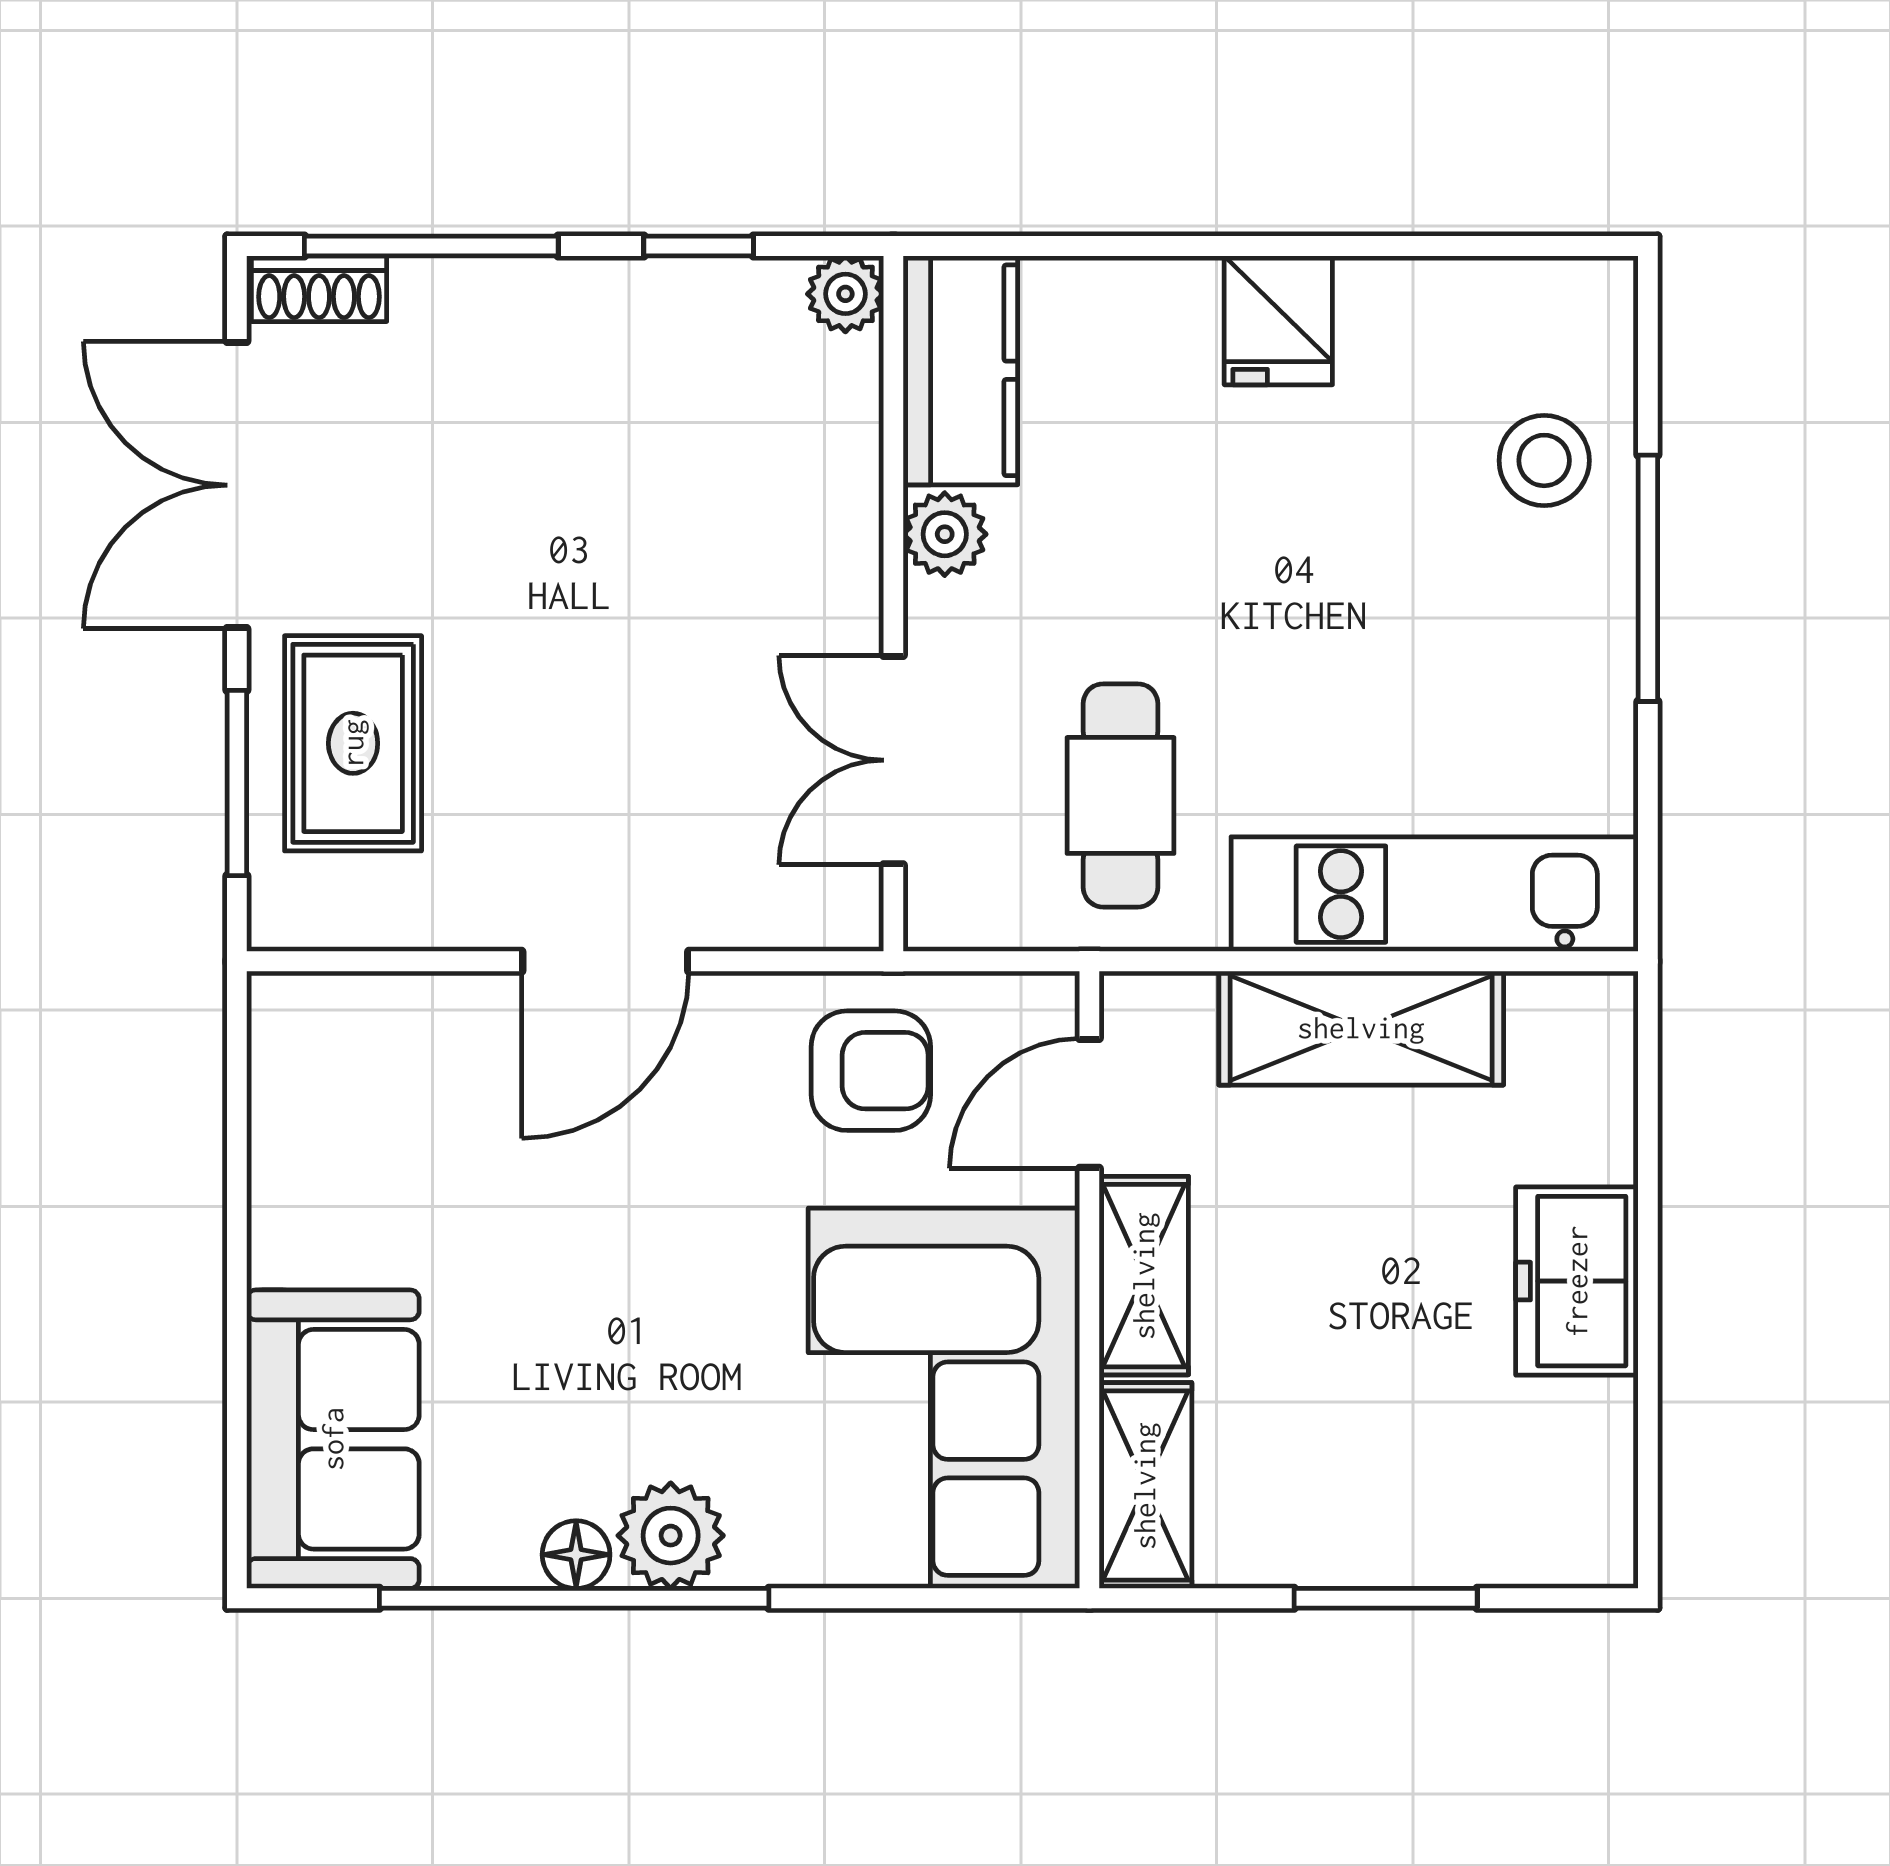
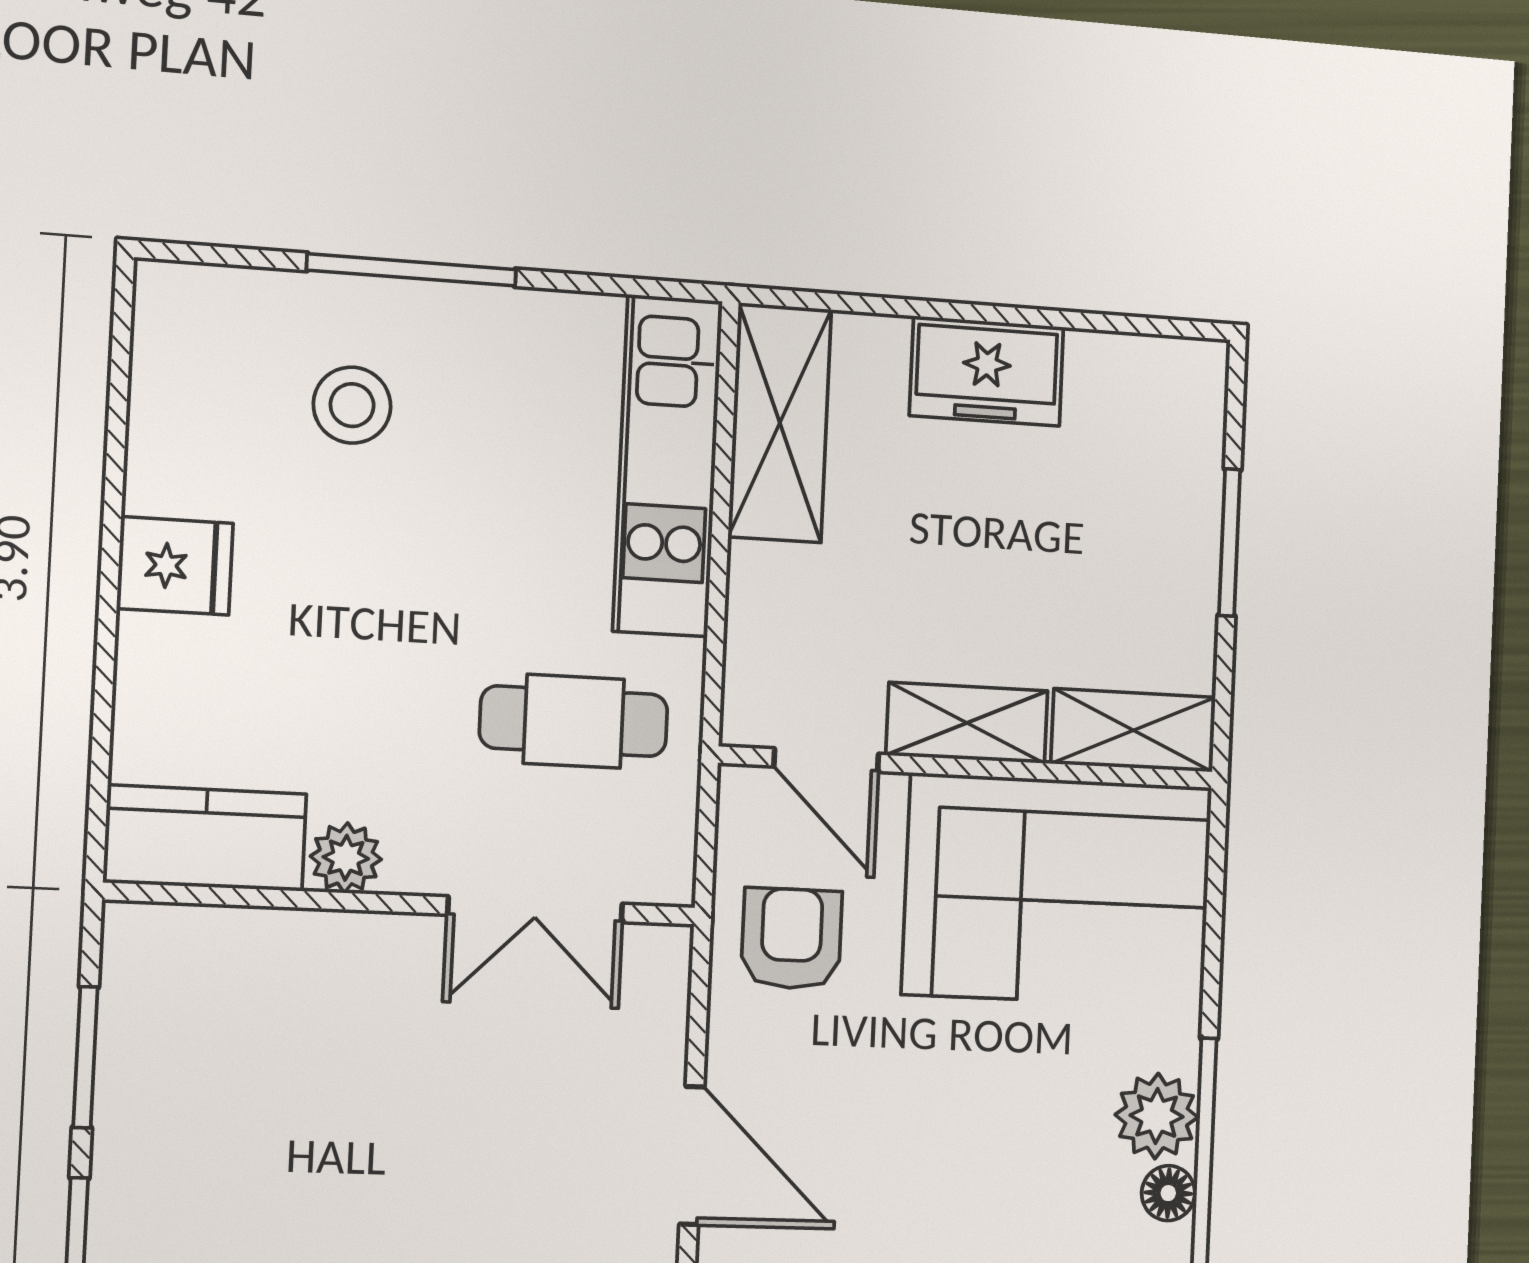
window: (699, 246) -> (85, 1057), width x1.50
plant: (845, 294) -> (134, 933), removed
stool: (1544, 460) -> (352, 405), moved
shelving: (1361, 1028) -> (780, 423), moved

